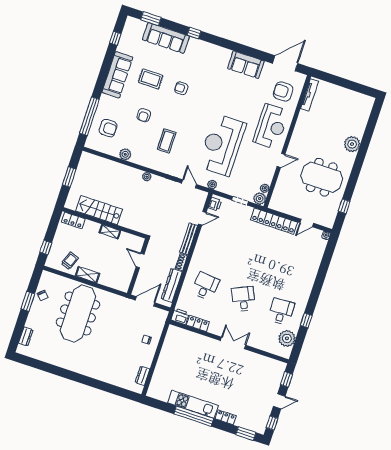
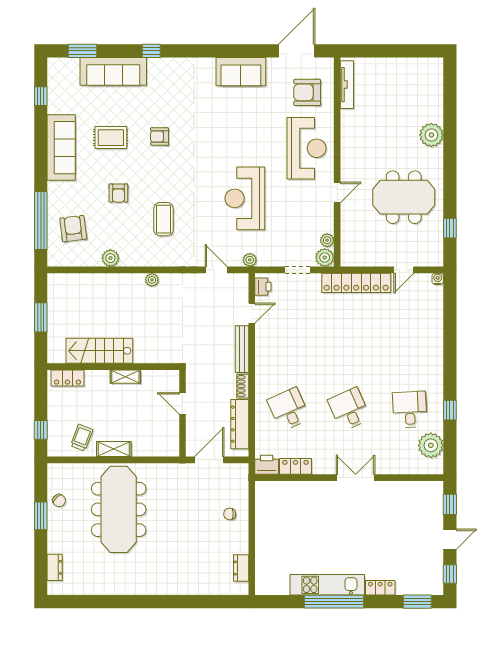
armchair: (108, 128) -> (73, 229), turned -97
reception desk: (222, 145) -> (245, 198), width x0.74, depth x0.77
desk: (205, 286) -> (289, 409), turned -30

